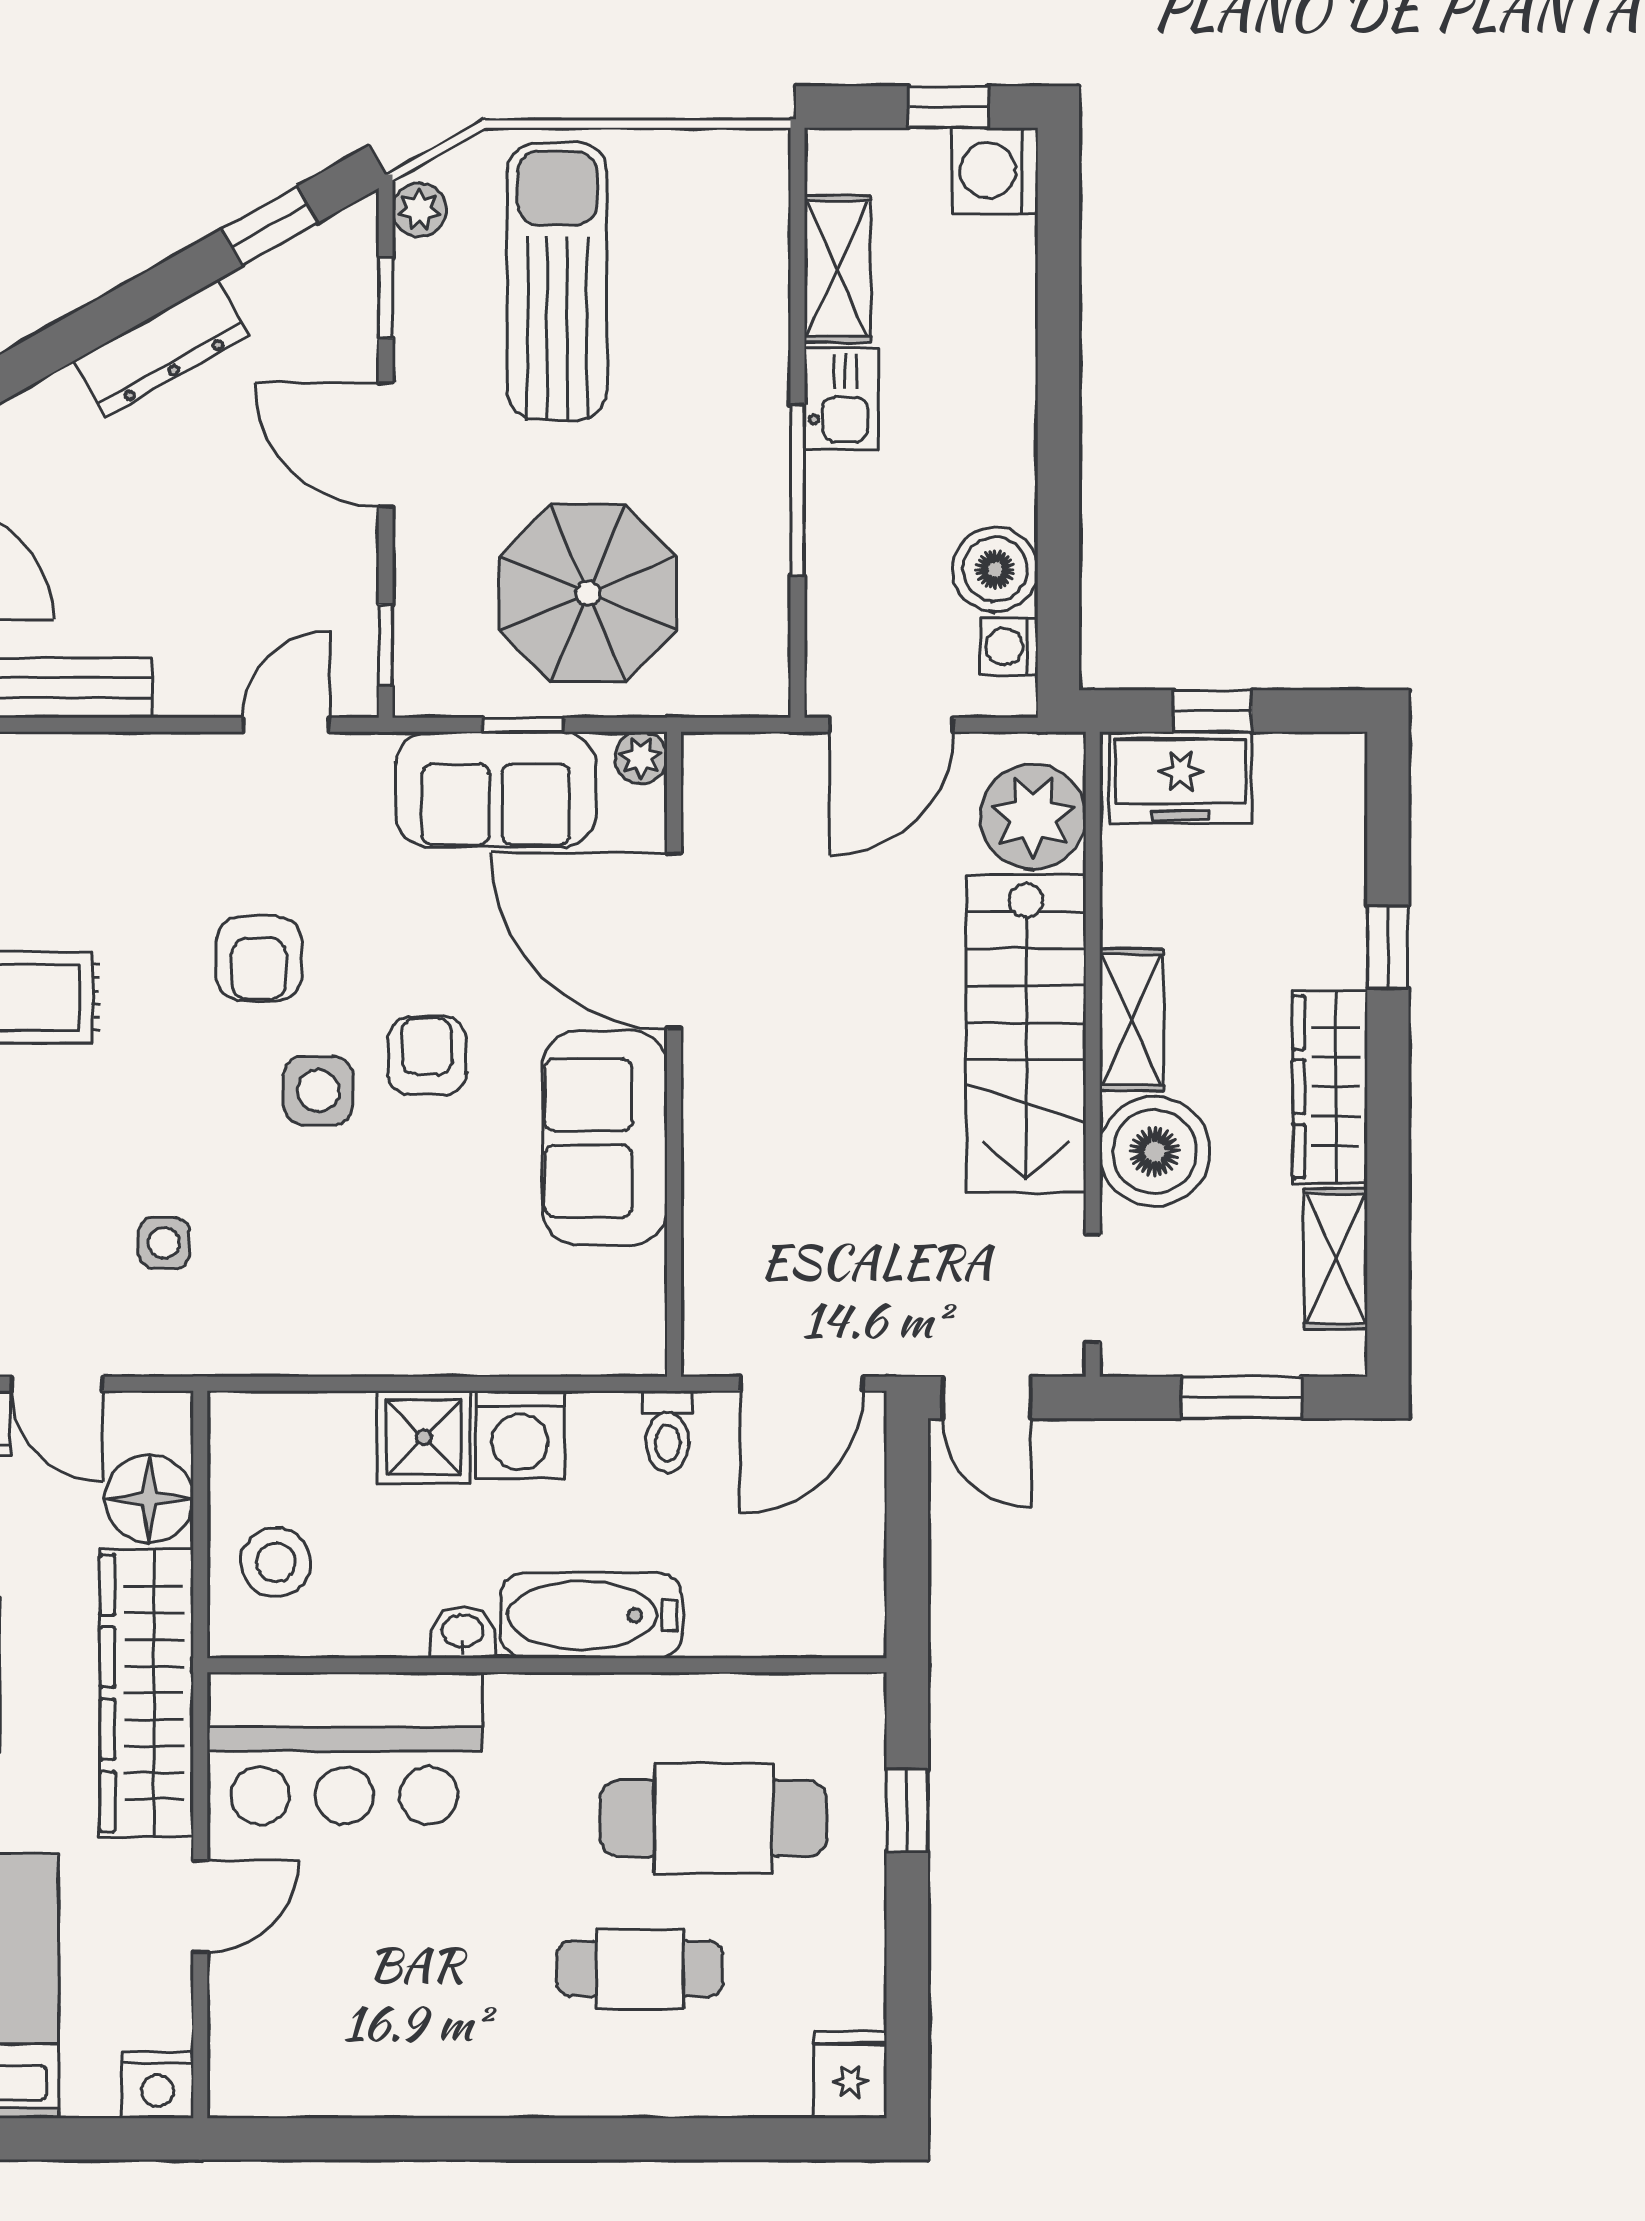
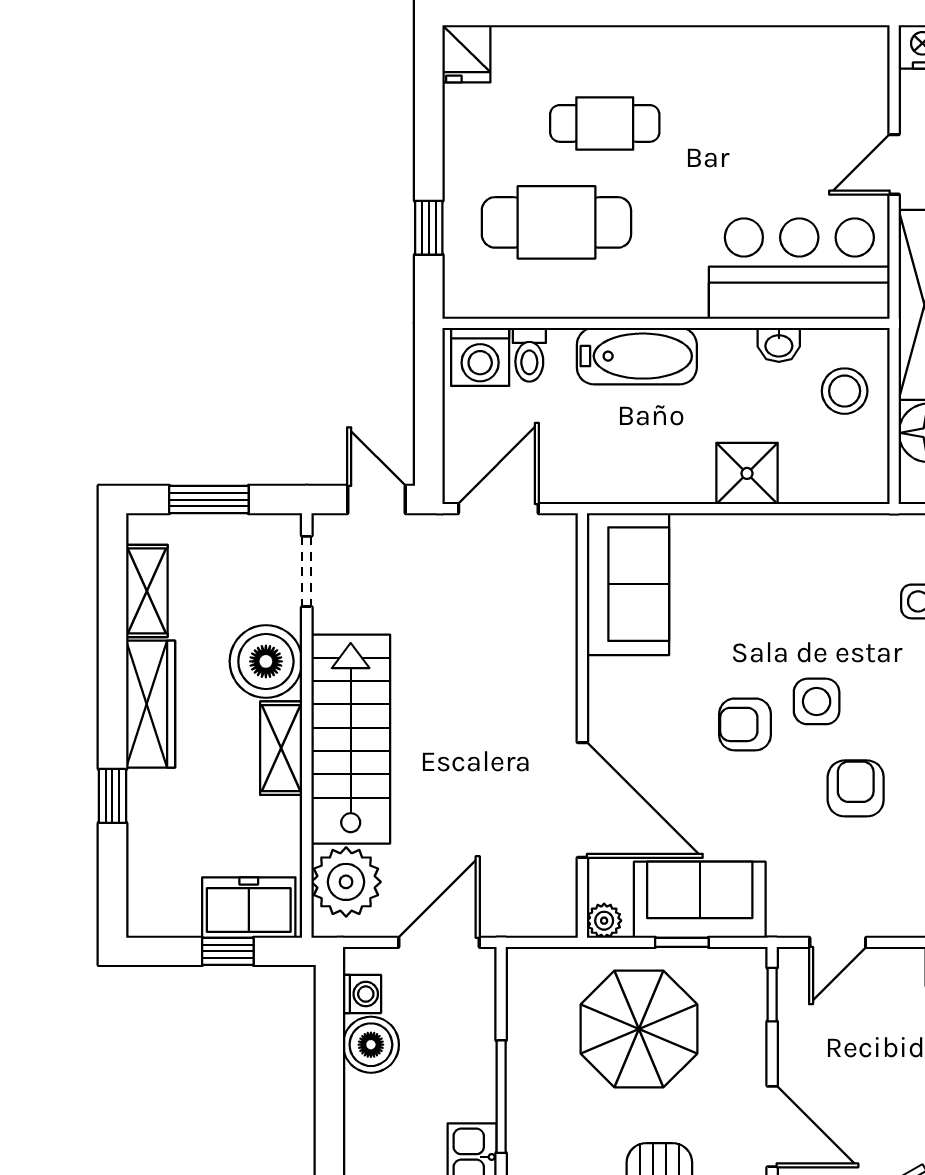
armchair: (427, 1056) -> (745, 724), turned 90
sofa: (605, 1138) -> (628, 584), moved
toilet: (668, 1432) -> (529, 355), moved, turned 180
washing machine: (520, 1435) -> (480, 357), moved, turned 180
washbasin: (463, 1632) -> (779, 345), moved

